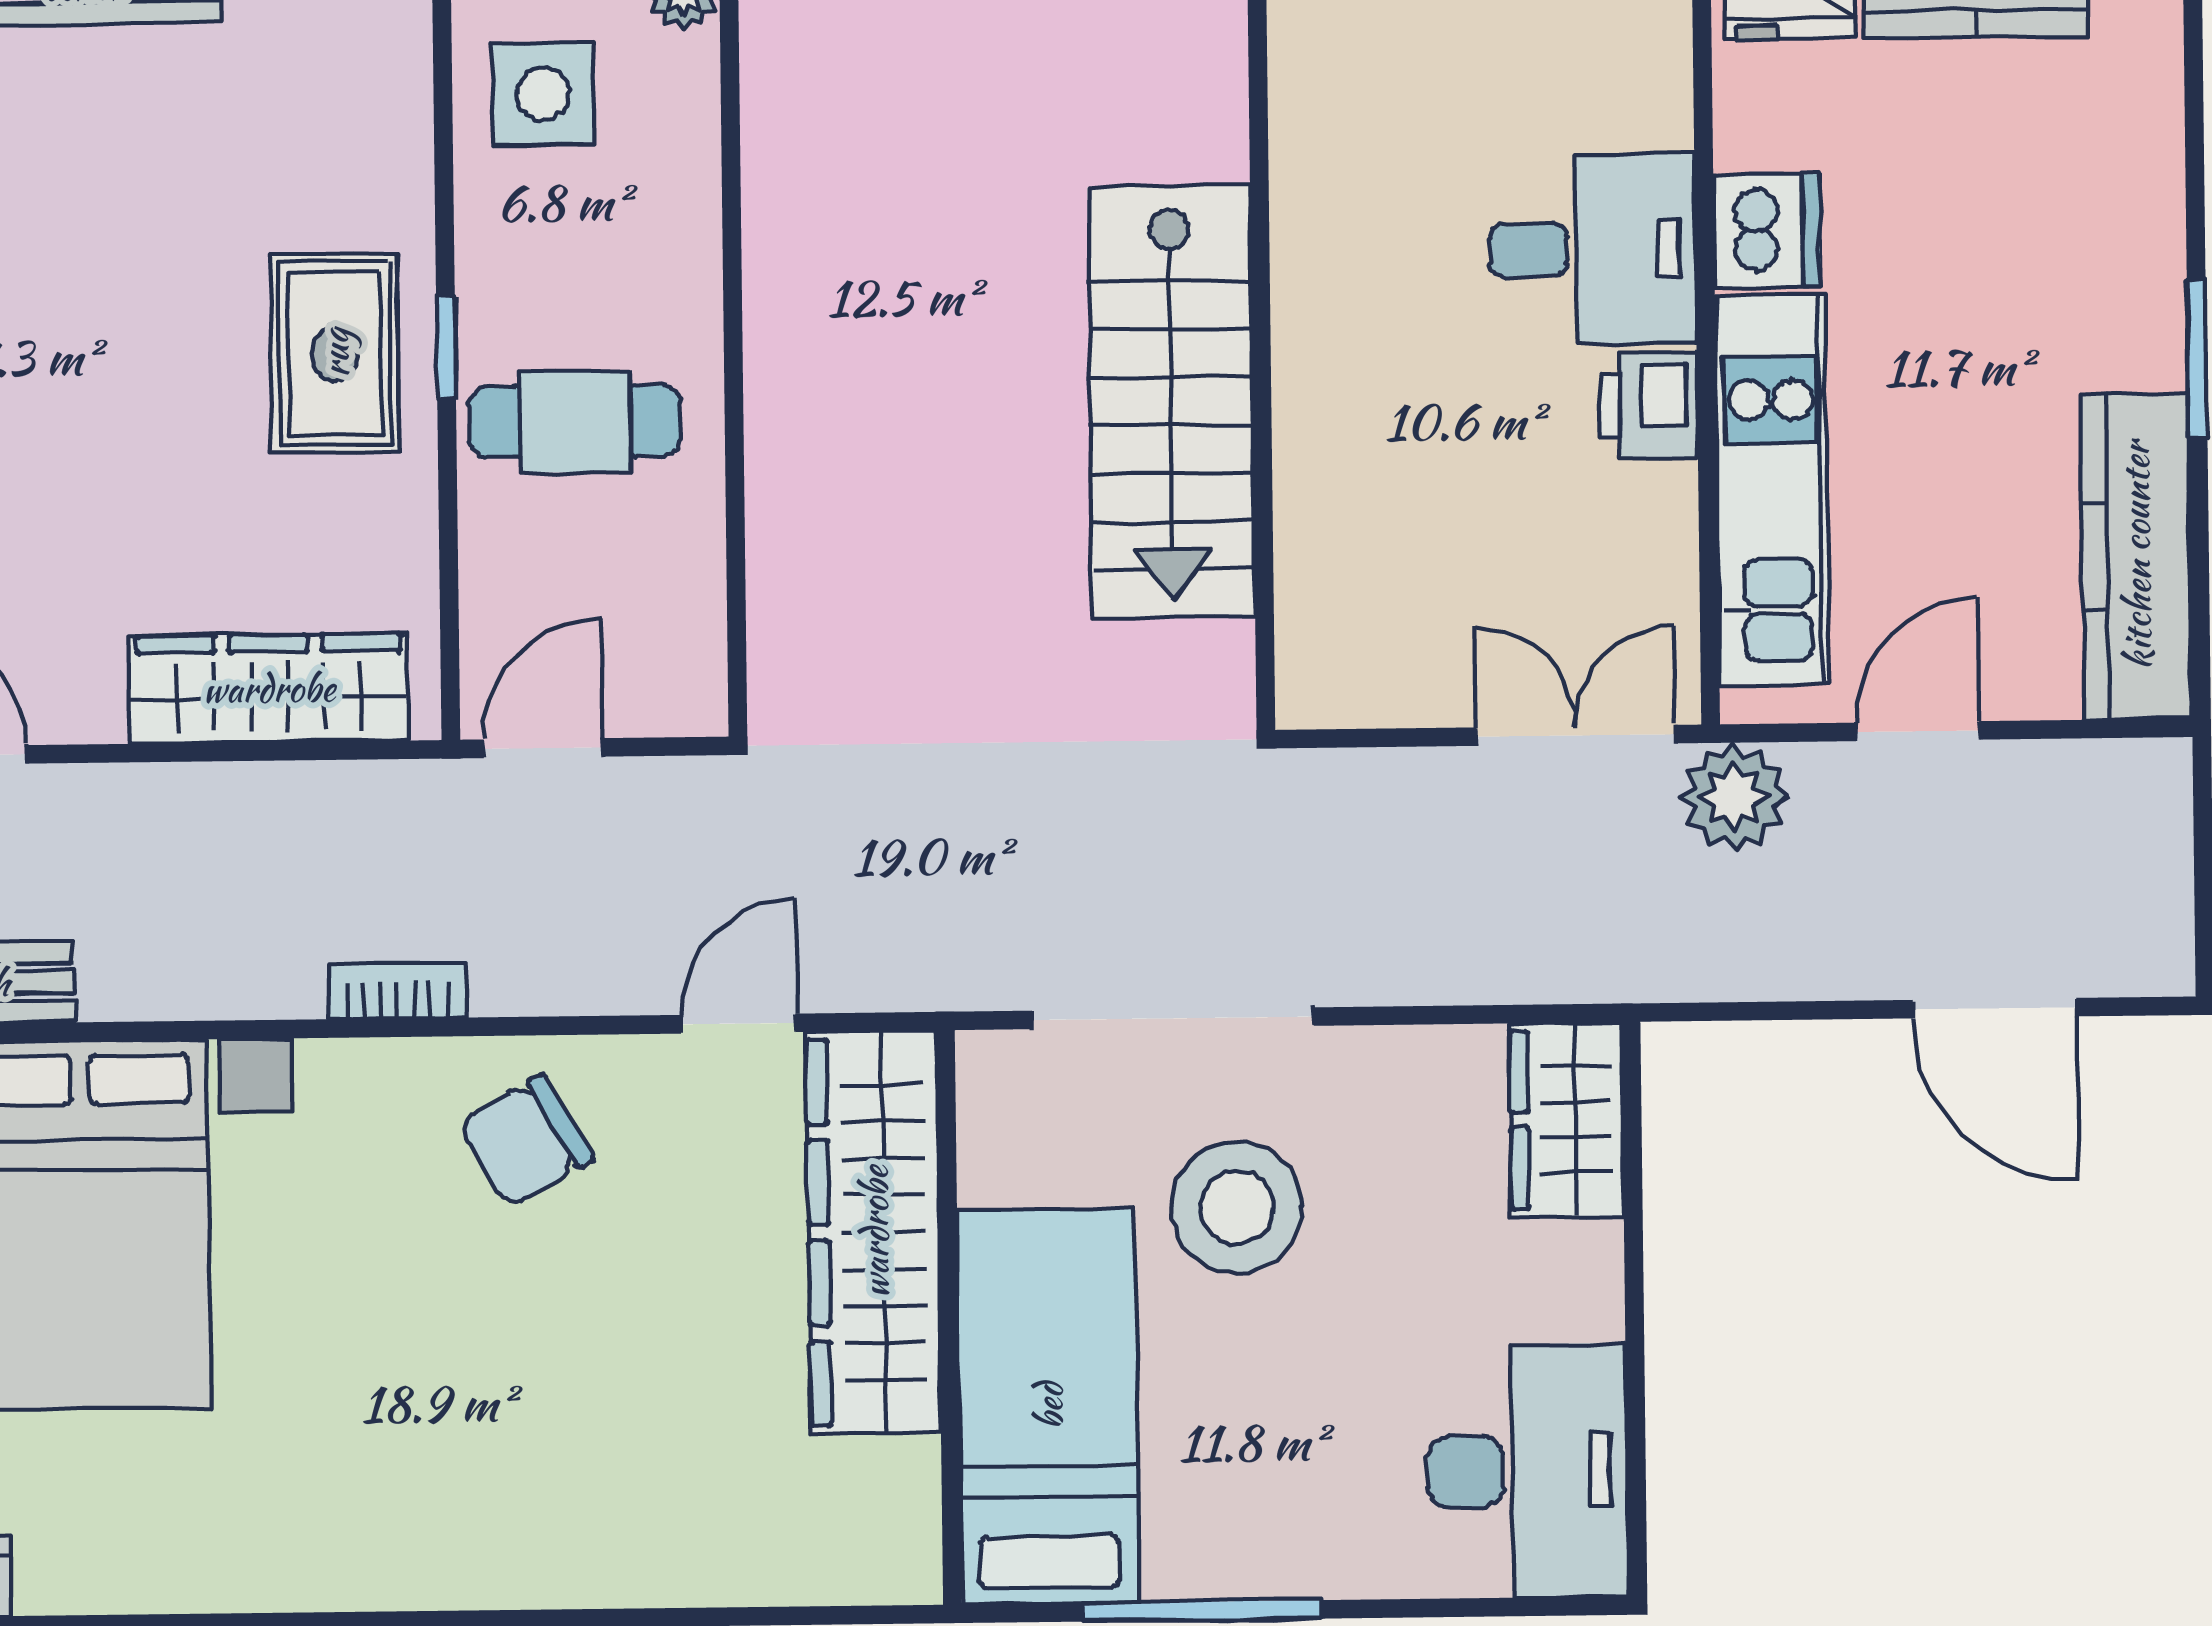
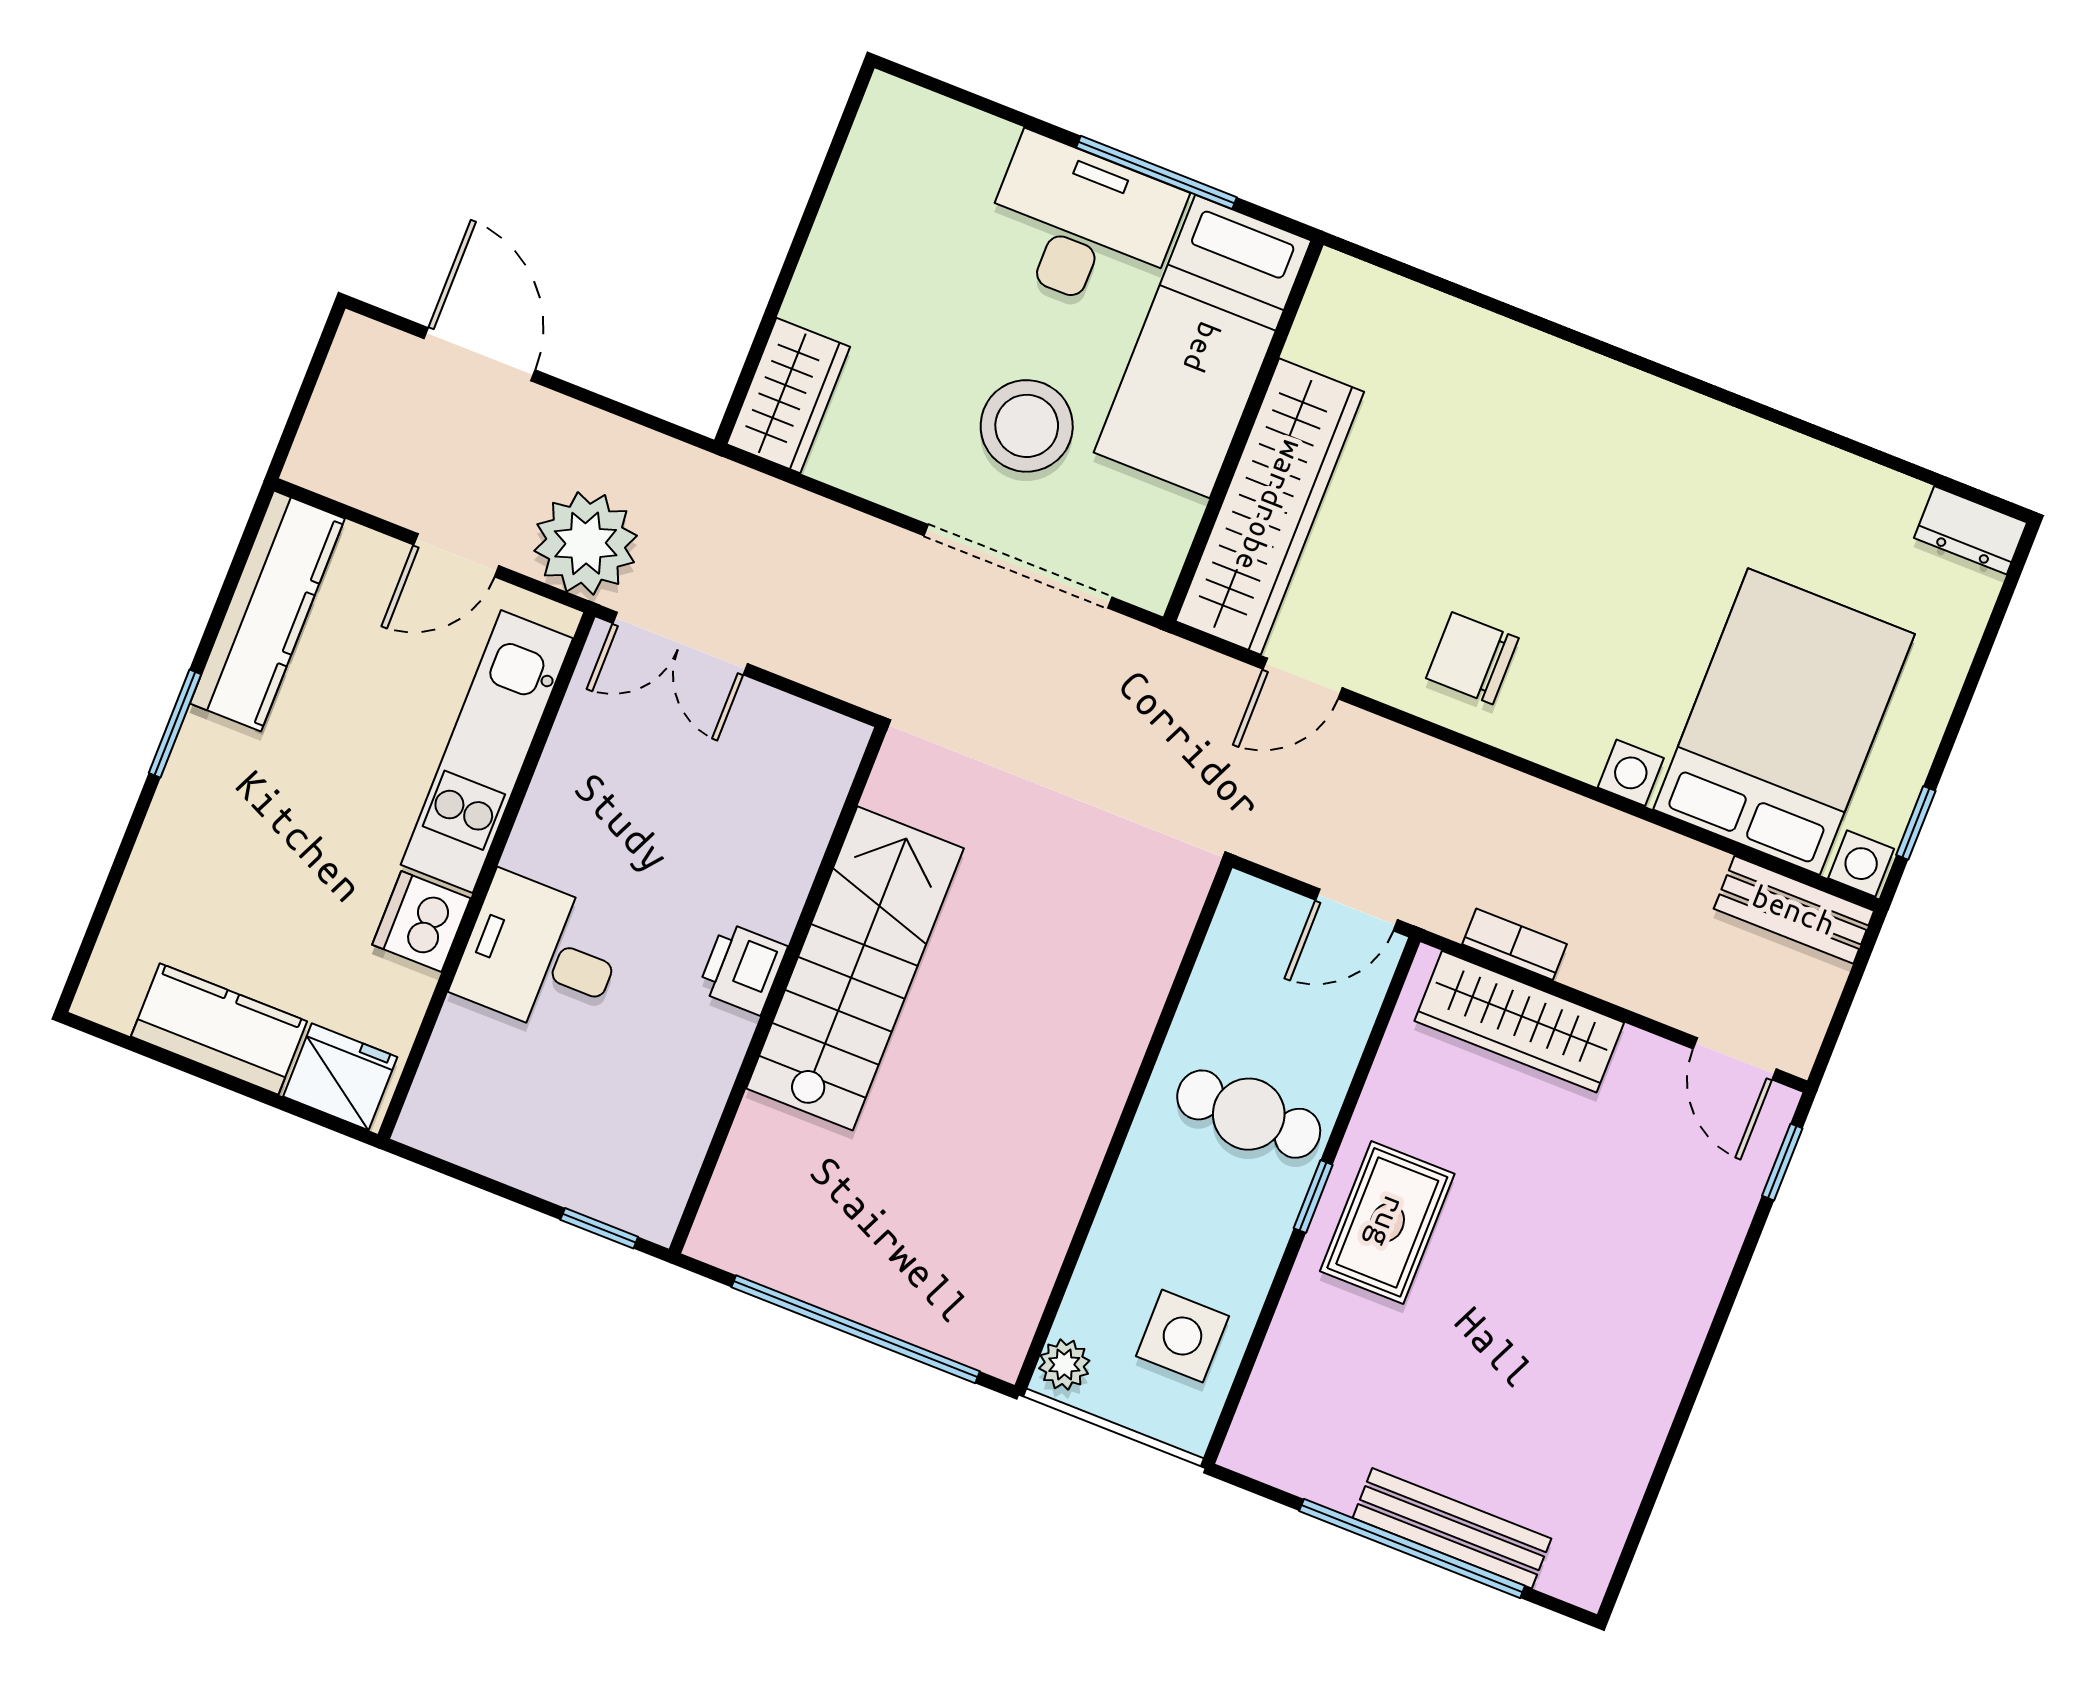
printer: (1649, 405) -> (742, 969), moved, turned 180
plant: (1734, 797) -> (586, 543), width x1.36, depth x1.36
bookcase: (397, 991) -> (1514, 944), moved, turned 180
chair: (526, 1141) -> (1472, 658), turned -150
desk: (1527, 1471) -> (1082, 225), moved, turned 90

